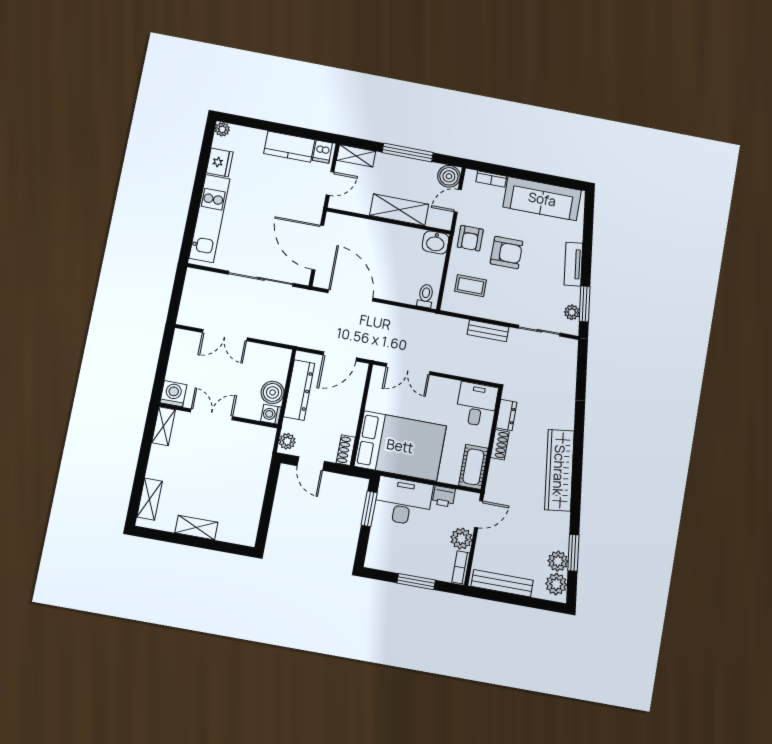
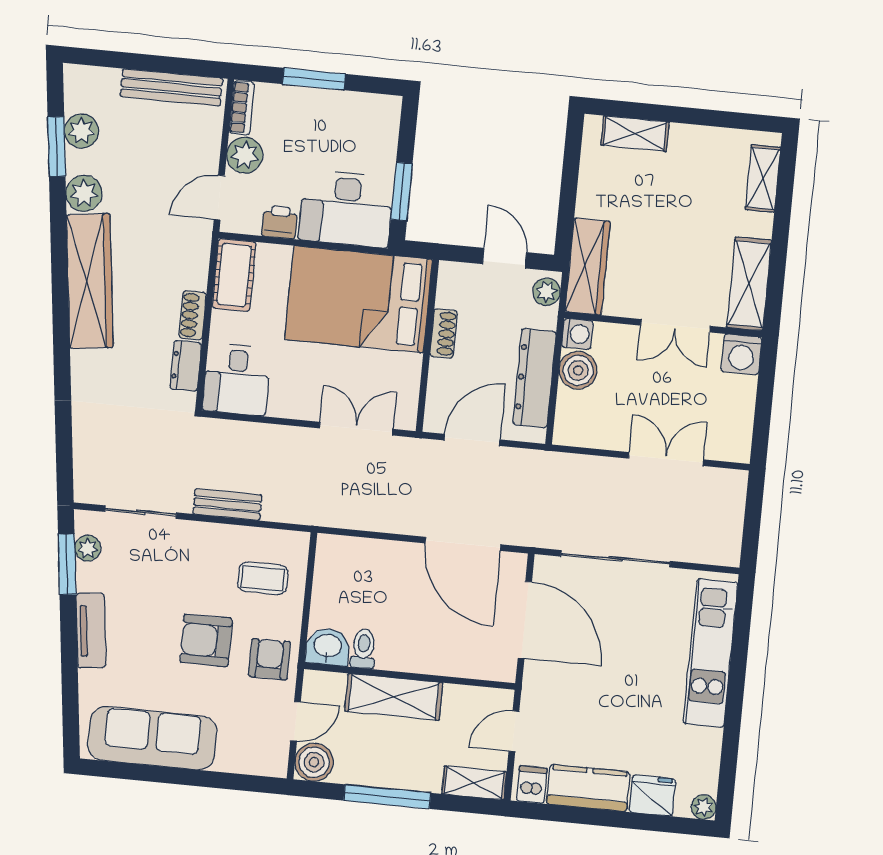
fridge: (220, 162) -> (652, 796), moved, turned 90
bookcase: (491, 179) -> (242, 764), removed
toilet: (425, 296) -> (363, 649), moved, turned 180
shelving: (164, 426) -> (749, 284), width x1.50, depth x1.33
shoe rack: (346, 450) -> (444, 333), moved
wardrobe: (261, 454) -> (588, 266), added
shelving: (196, 528) -> (635, 134), moved
plant: (556, 584) -> (84, 193), moved

